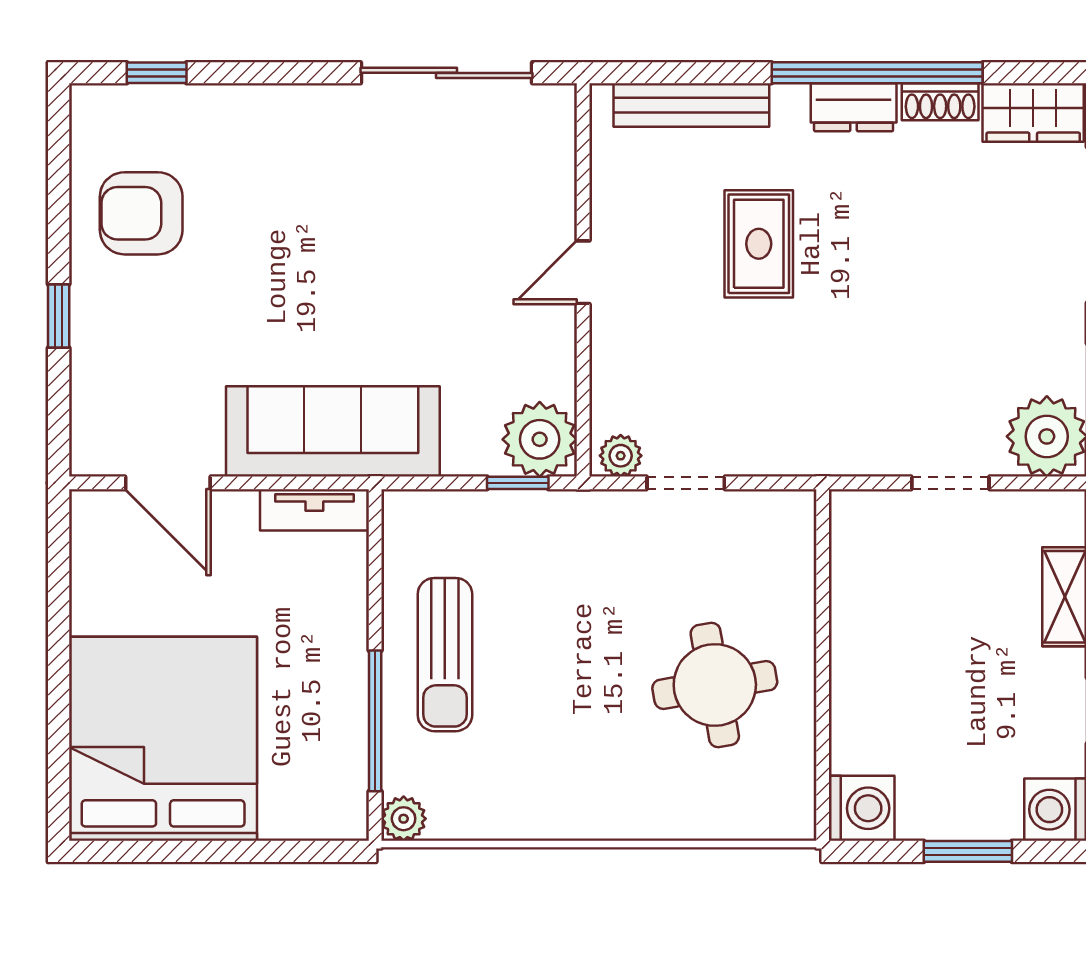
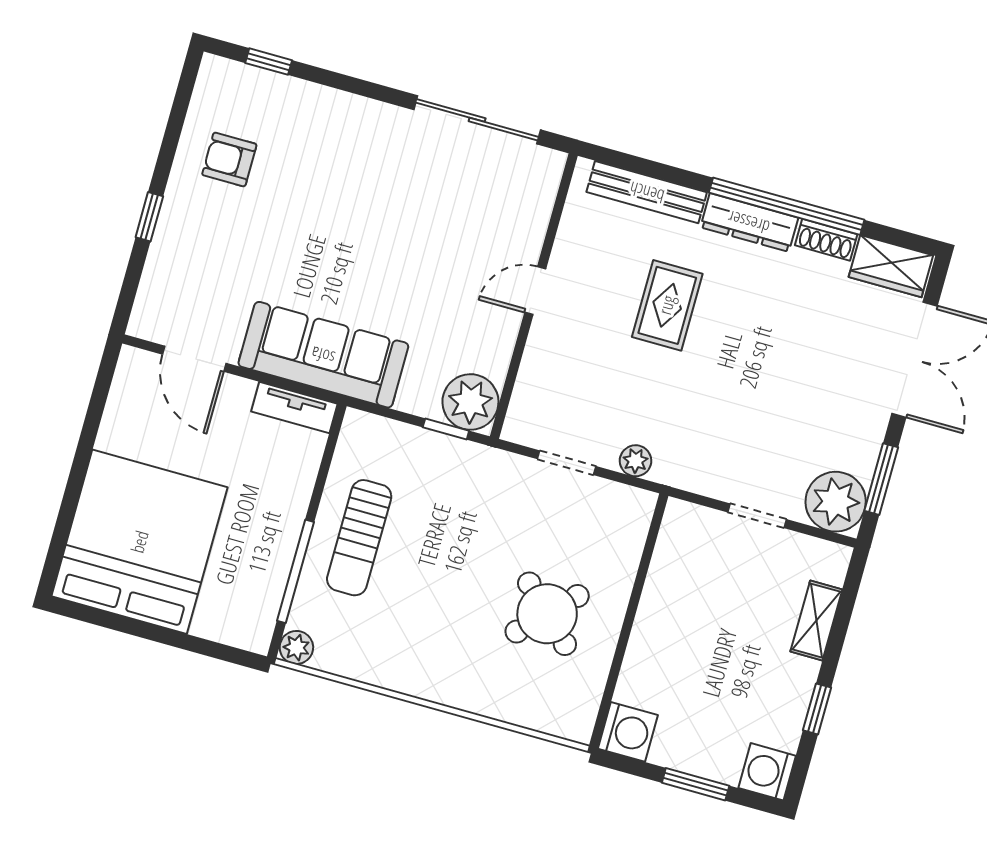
dresser: (854, 107) -> (749, 222), width x1.44
armchair: (141, 213) -> (229, 159), width x0.72, depth x0.72
plant: (621, 456) -> (636, 461), moved
round table: (715, 685) -> (547, 614), turned -36

